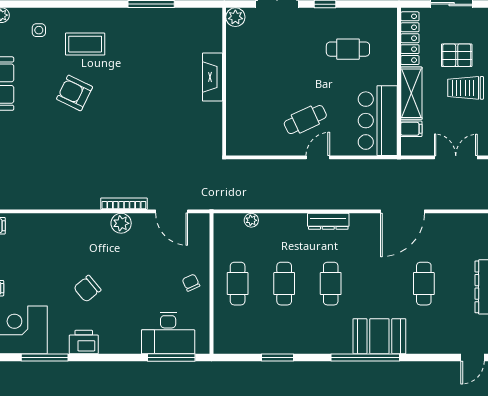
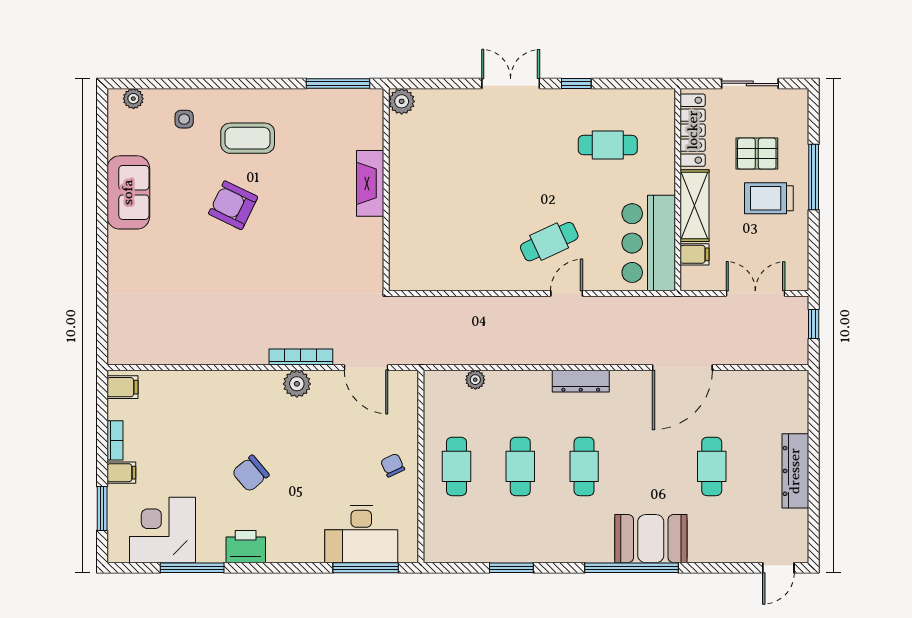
plant: (235, 17) -> (402, 101), moved
fireplace: (212, 77) -> (370, 183), moved
wall: (224, 82) -> (386, 190), moved

